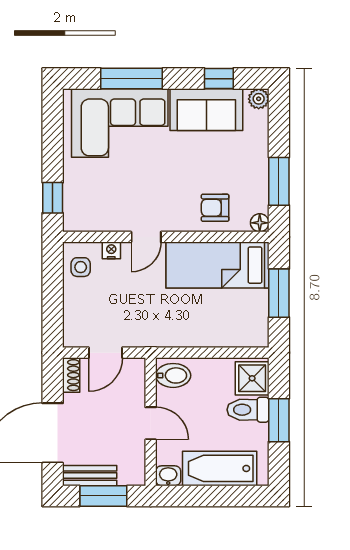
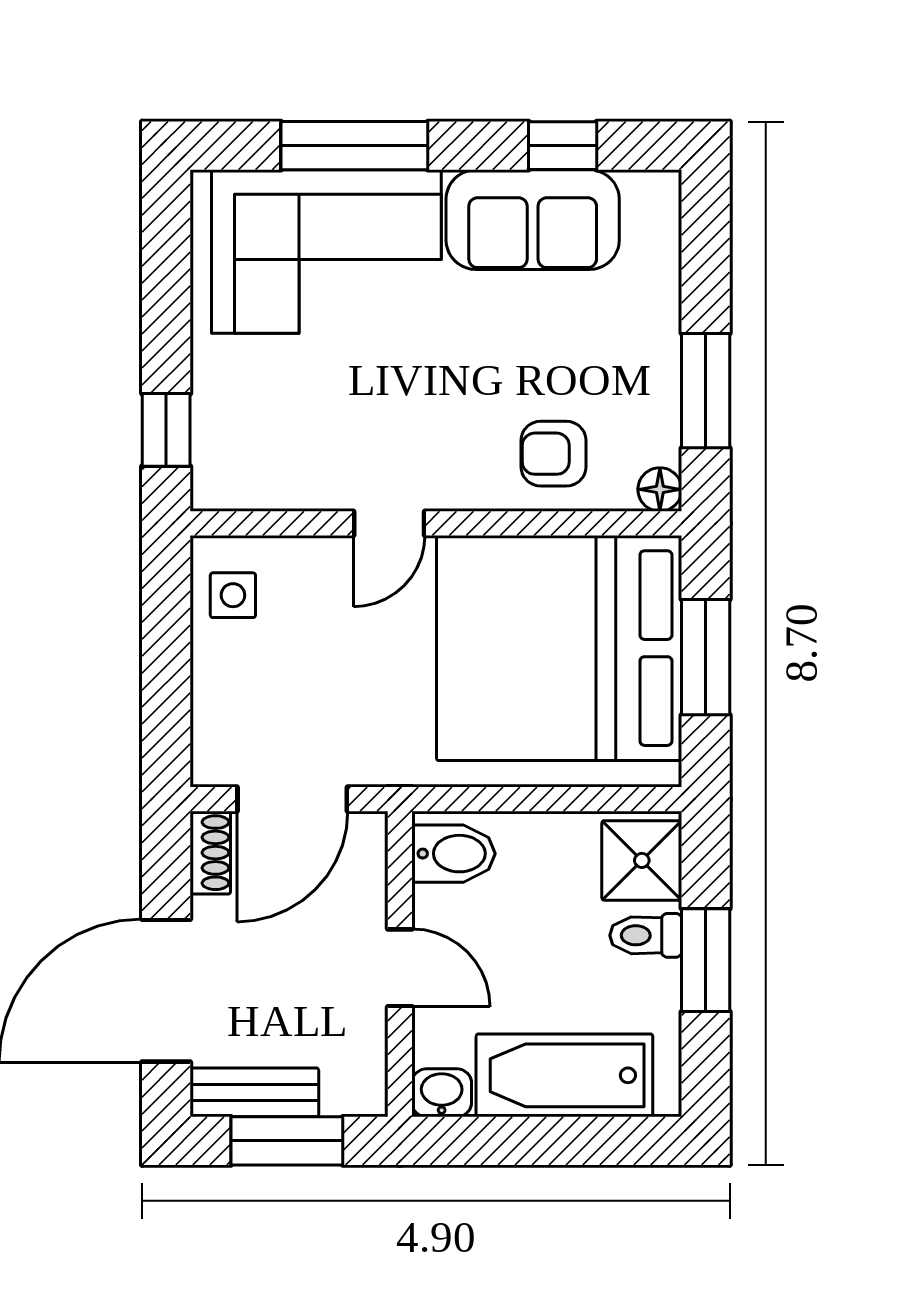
plant: (259, 99) -> (657, 194), removed
nightstand: (111, 250) -> (306, 556), removed
bed: (217, 265) -> (559, 648), width x2.04
door: (106, 353) -> (292, 799), width x1.38
toilet: (248, 410) -> (646, 935), width x0.73, depth x0.72

